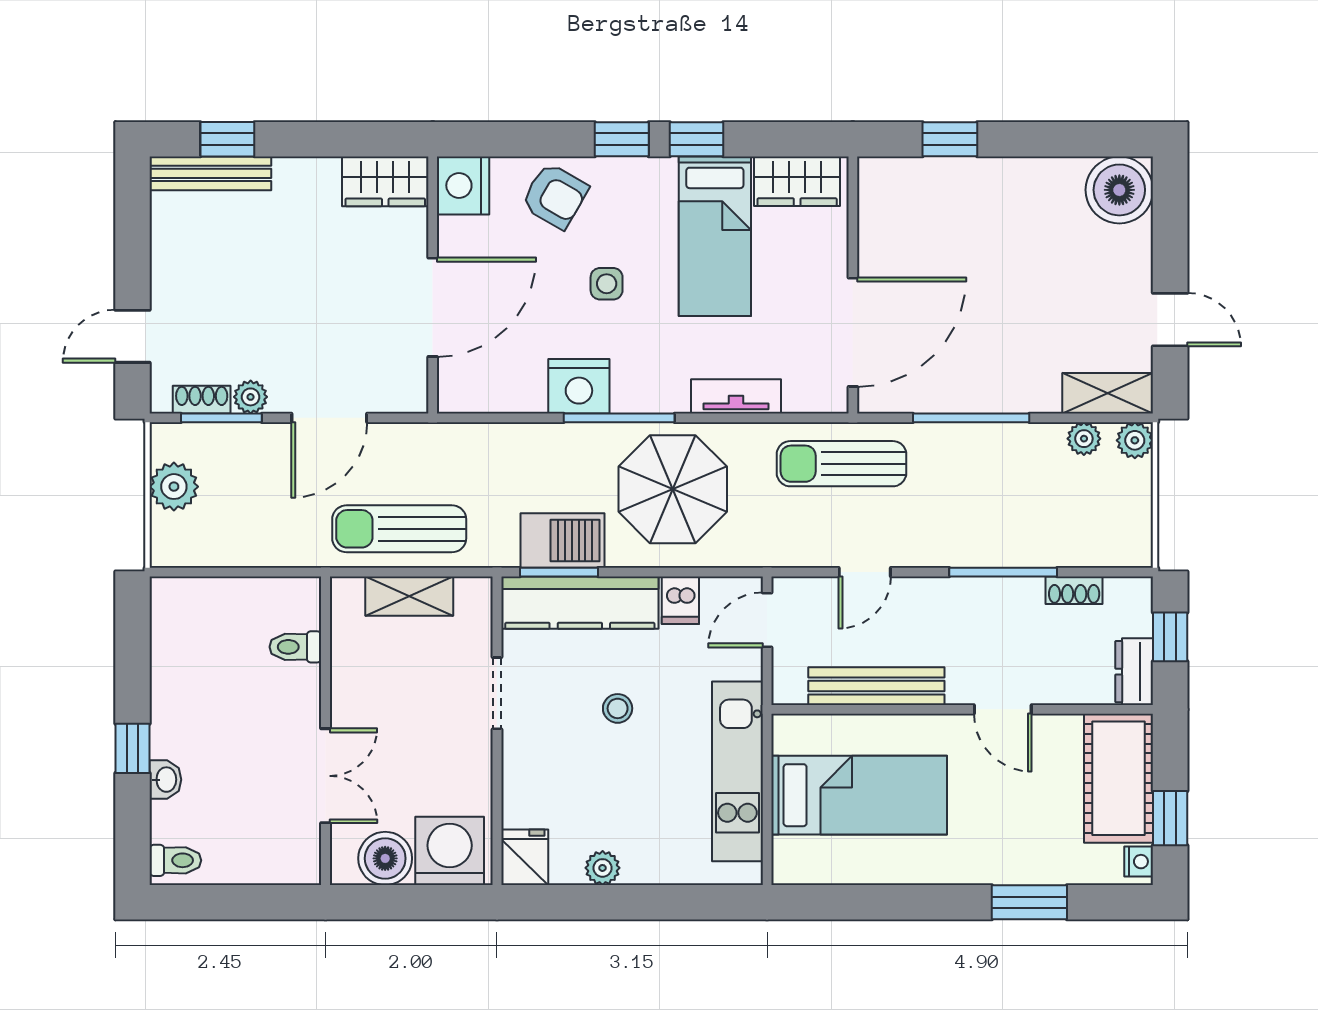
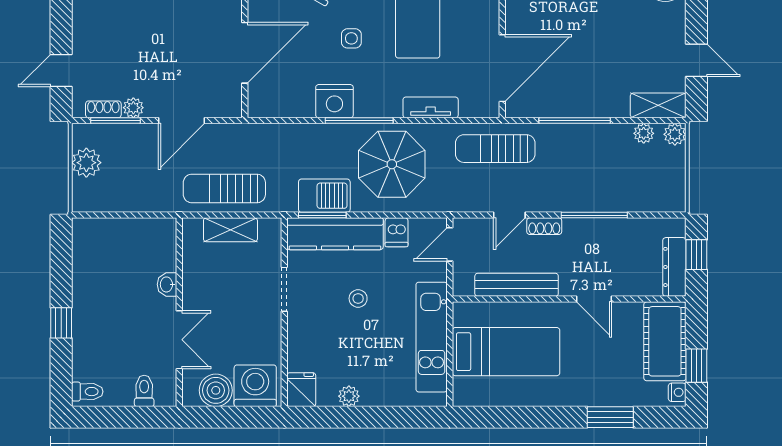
shoe rack: (1074, 590) -> (544, 226), moved
toilet: (295, 647) -> (144, 391), moved, turned 90
dresser: (1134, 672) -> (674, 267), width x1.44
washbasin: (165, 780) -> (167, 284), moved, turned 180

